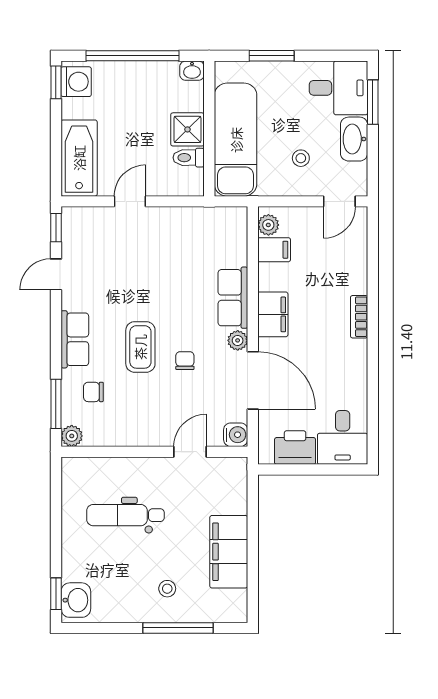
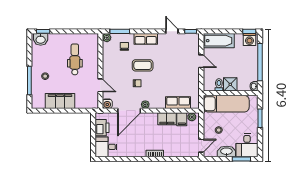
door: (339, 201) -> (201, 146), swing flipped
row of seats: (233, 298) -> (178, 103), moved
filing cabinet: (273, 314) -> (167, 119), moved

